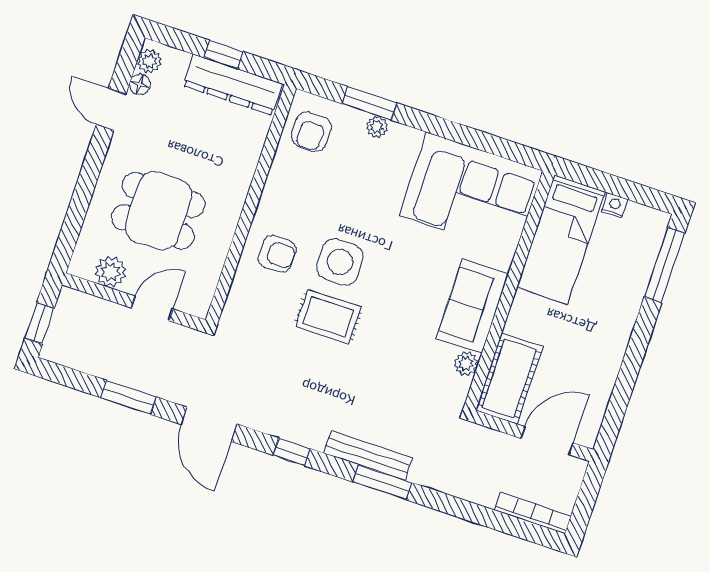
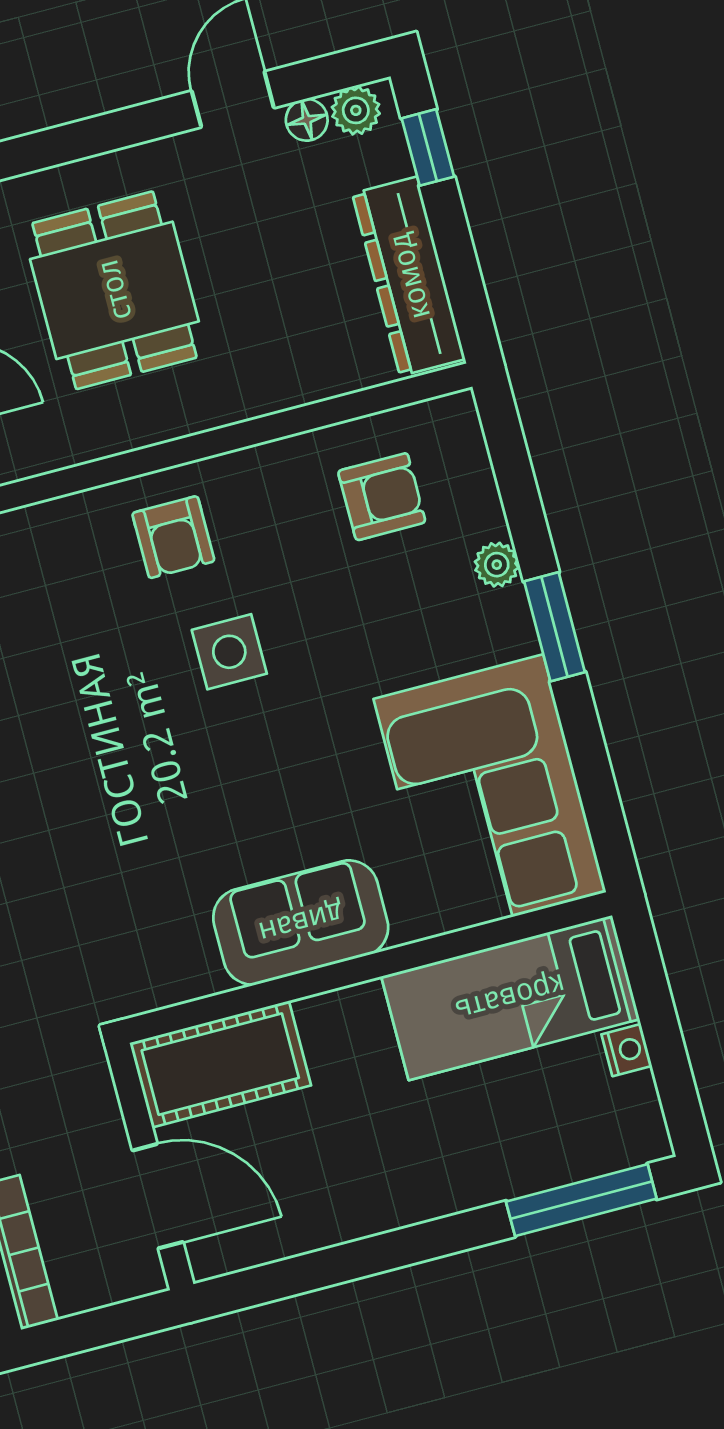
window: (224, 55) -> (428, 147), moved
window: (370, 103) -> (555, 627), moved
armchair: (311, 131) -> (382, 497), moved, turned 180
side table: (340, 262) -> (229, 652), width x0.73, depth x0.73
rug: (328, 317) -> (124, 693), removed
plant: (466, 364) -> (197, 975), removed

